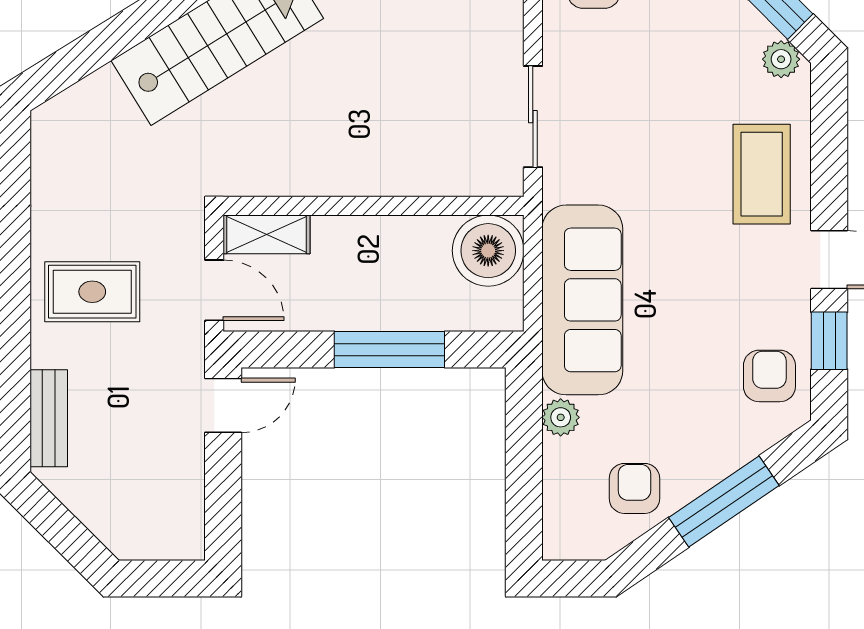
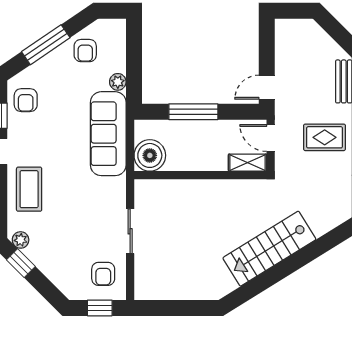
sliding door: (533, 117) -> (130, 231), moved

